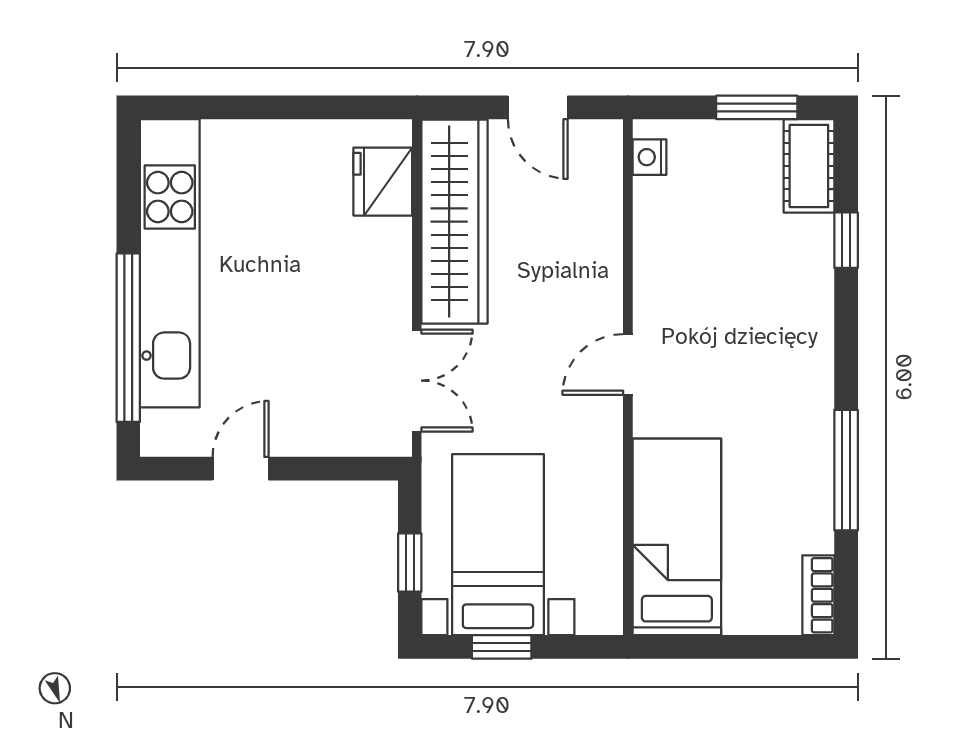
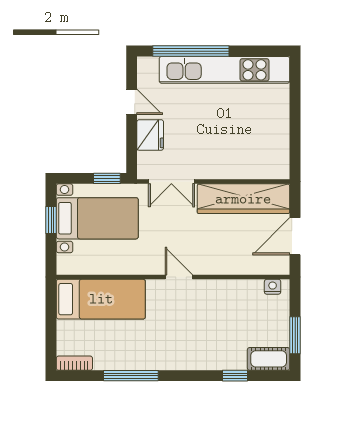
door: (538, 107) -> (295, 236), width x1.38
fridge: (383, 182) -> (150, 135), moved, turned 90
window: (410, 563) -> (107, 178), moved

